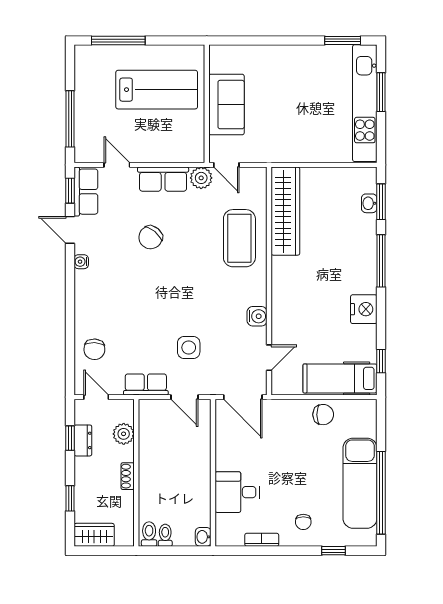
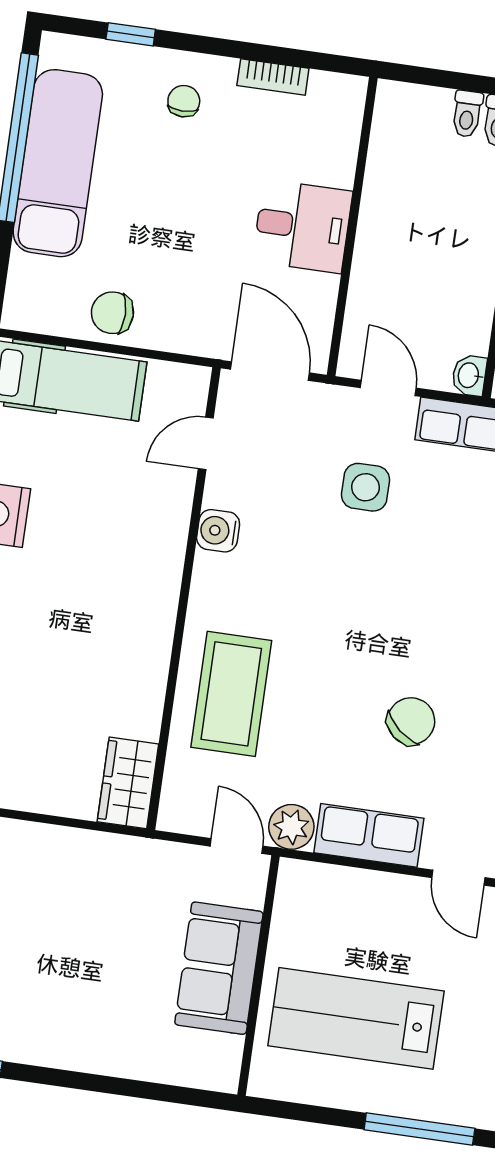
wardrobe: (285, 211) -> (128, 783), width x0.48, depth x0.85
desk: (237, 492) -> (302, 226), moved
washbasin: (203, 537) -> (469, 375), moved, turned 180

